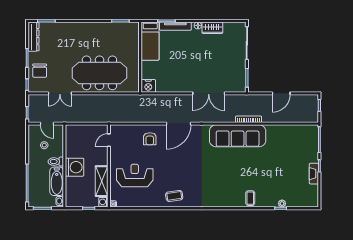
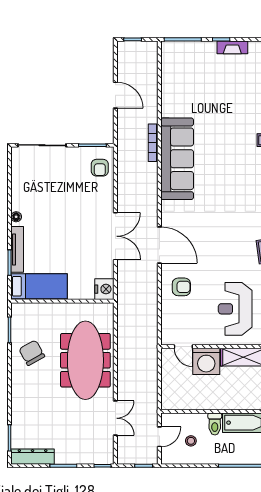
wardrobe: (212, 28) -> (20, 196), removed
chair: (40, 71) -> (32, 353), moved, turned -119
armchair: (231, 83) -> (100, 168), added
double door: (209, 93) -> (115, 236), moved
washing machine: (75, 167) -> (206, 361), moved, turned 180

